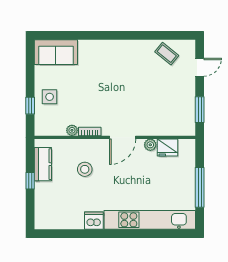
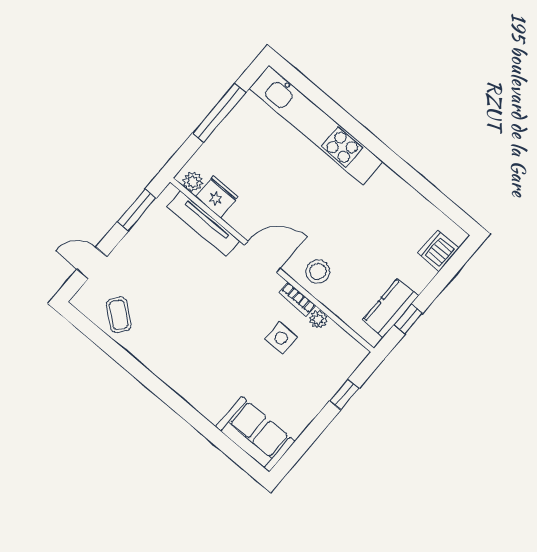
side table: (50, 97) -> (281, 338), moved
tv unit: (163, 129) -> (203, 224), added
plant: (150, 145) -> (193, 182), moved
stool: (85, 169) -> (318, 271), moved
window: (30, 181) -> (408, 319), moved
dishwasher: (94, 221) -> (439, 251), moved, turned 90

